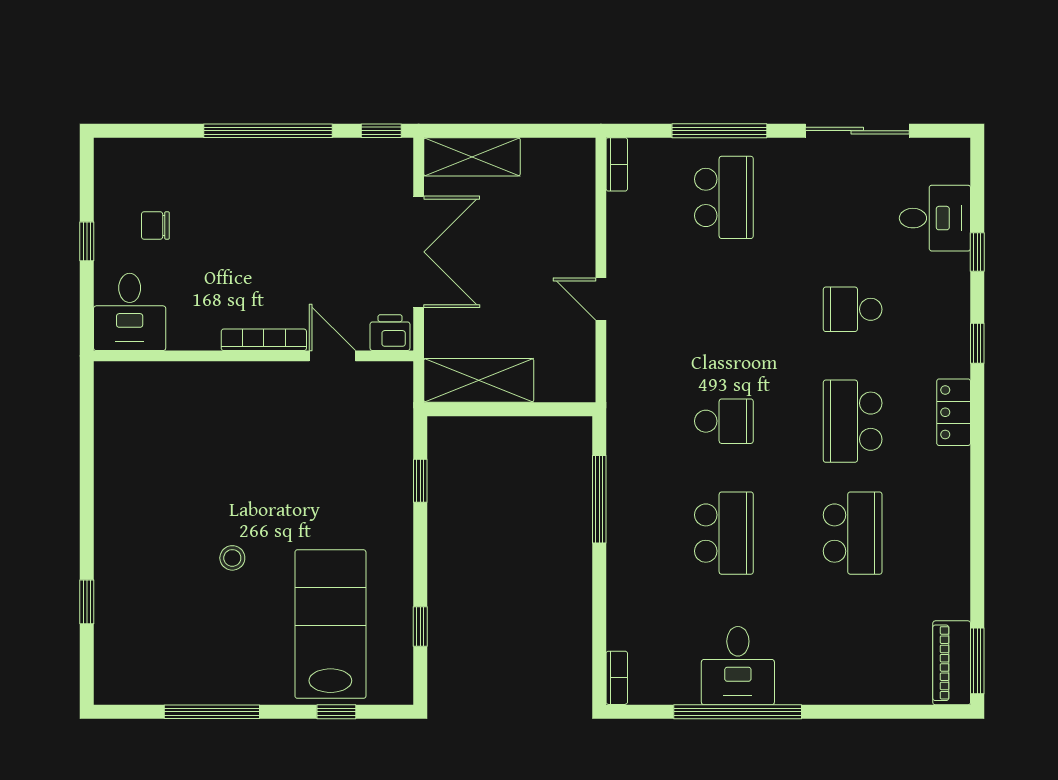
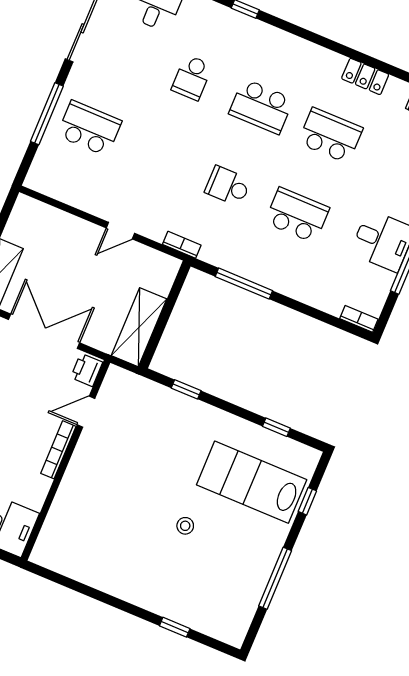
bookcase: (617, 164) -> (182, 245), moved
locker: (954, 412) -> (365, 76), moved
school desk: (724, 421) -> (228, 186), turned -90

